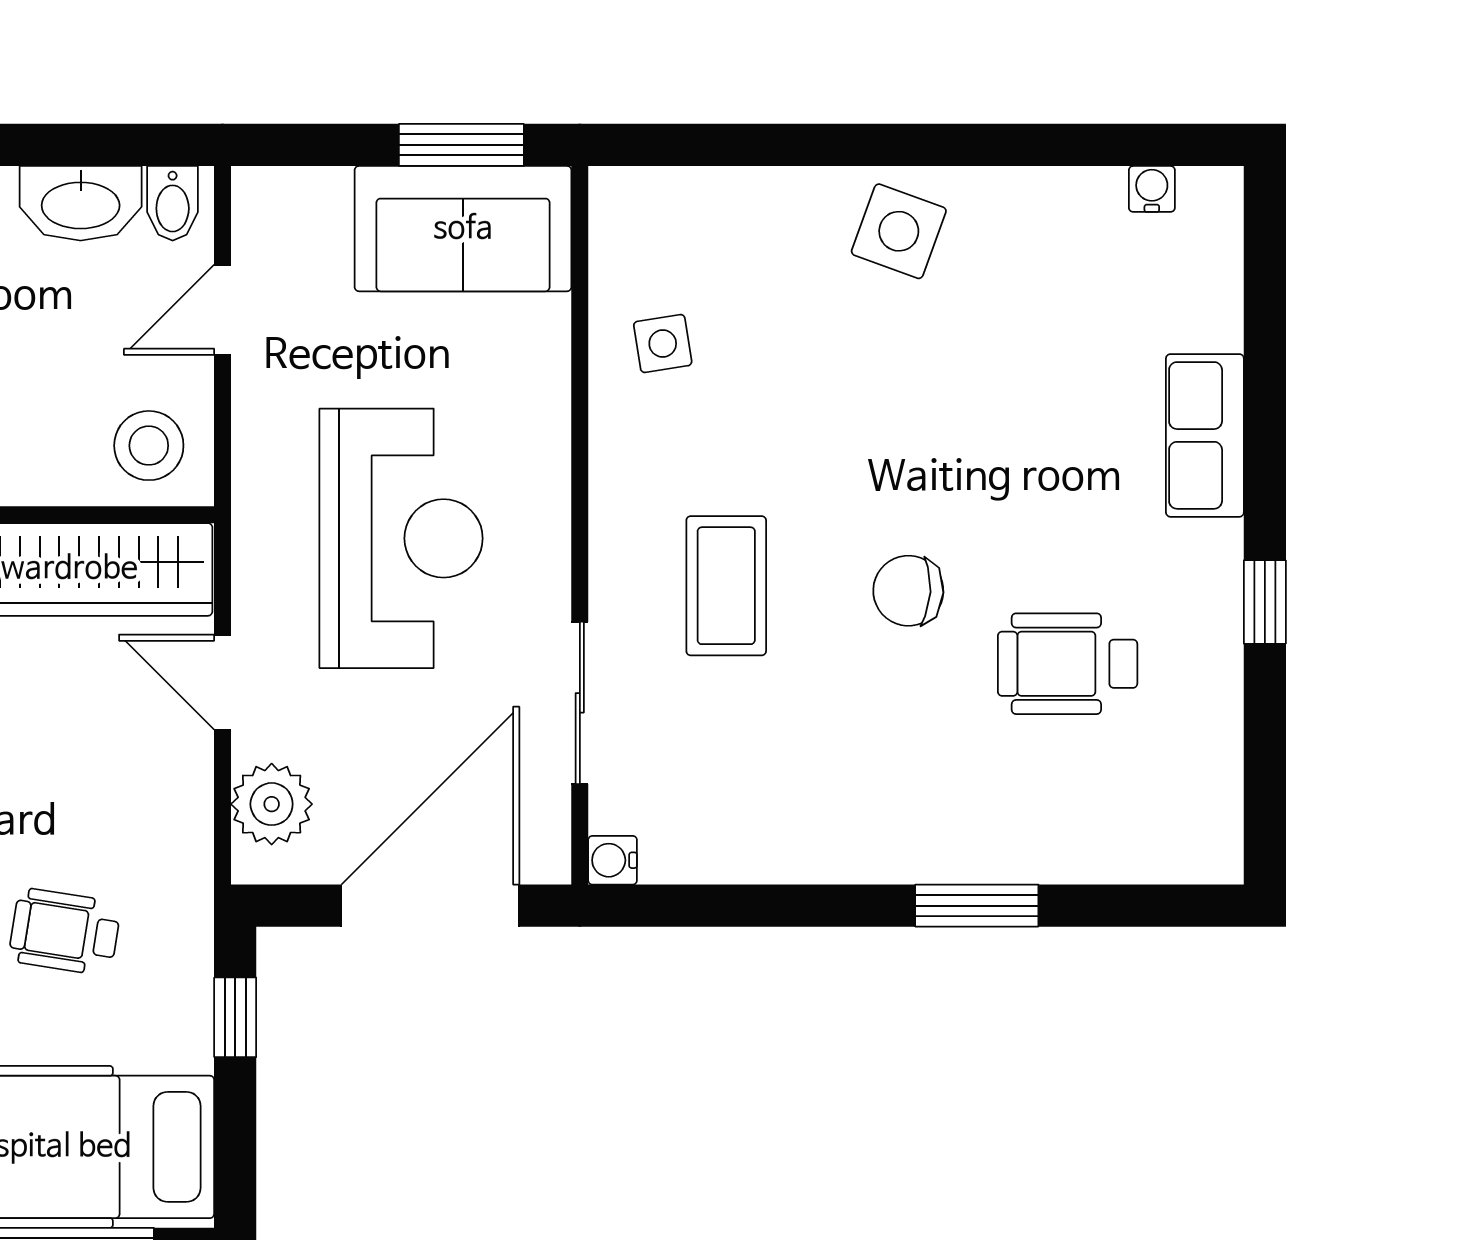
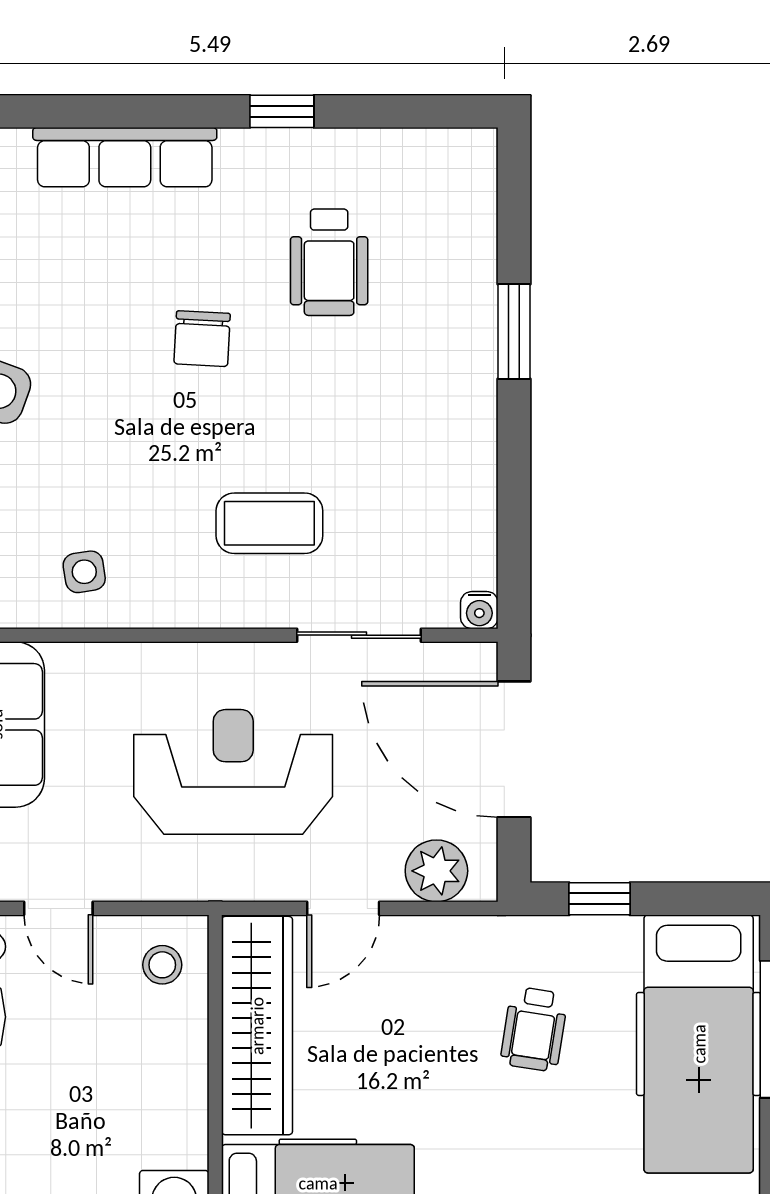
row of seats: (1205, 435) -> (125, 157), width x1.48
stool: (149, 446) -> (162, 965), width x0.73, depth x0.73
chair: (908, 591) -> (202, 339), moved

